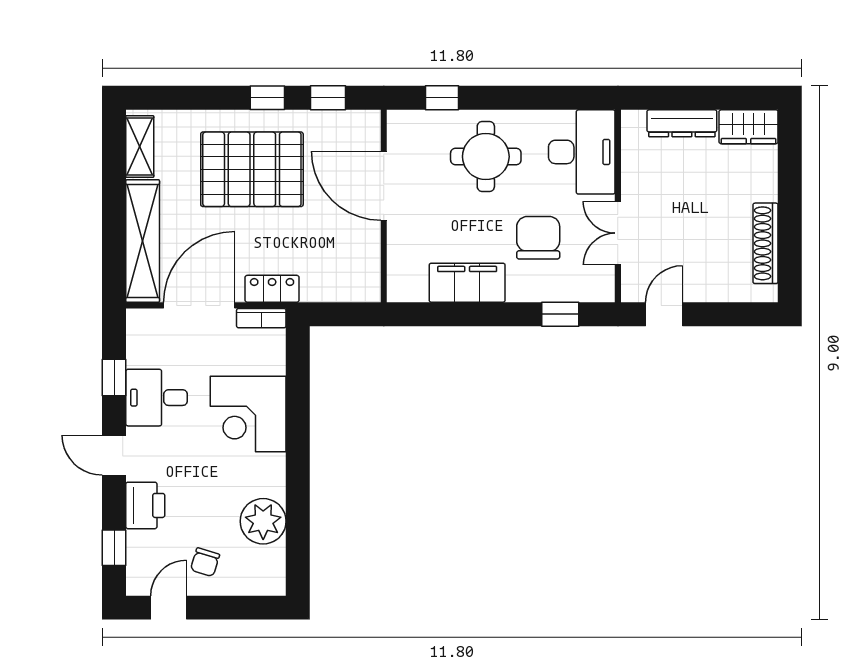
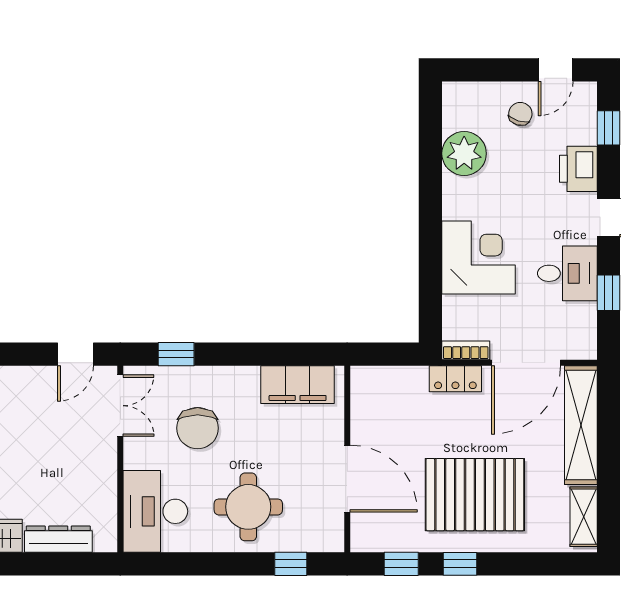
double door: (618, 233) -> (120, 406), moved
filing cabinet: (467, 283) -> (298, 385), moved

